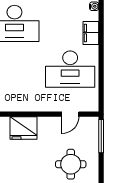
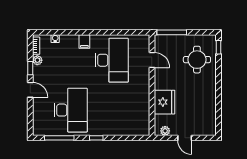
filing cabinet: (91, 33) -> (84, 42), width x0.50

